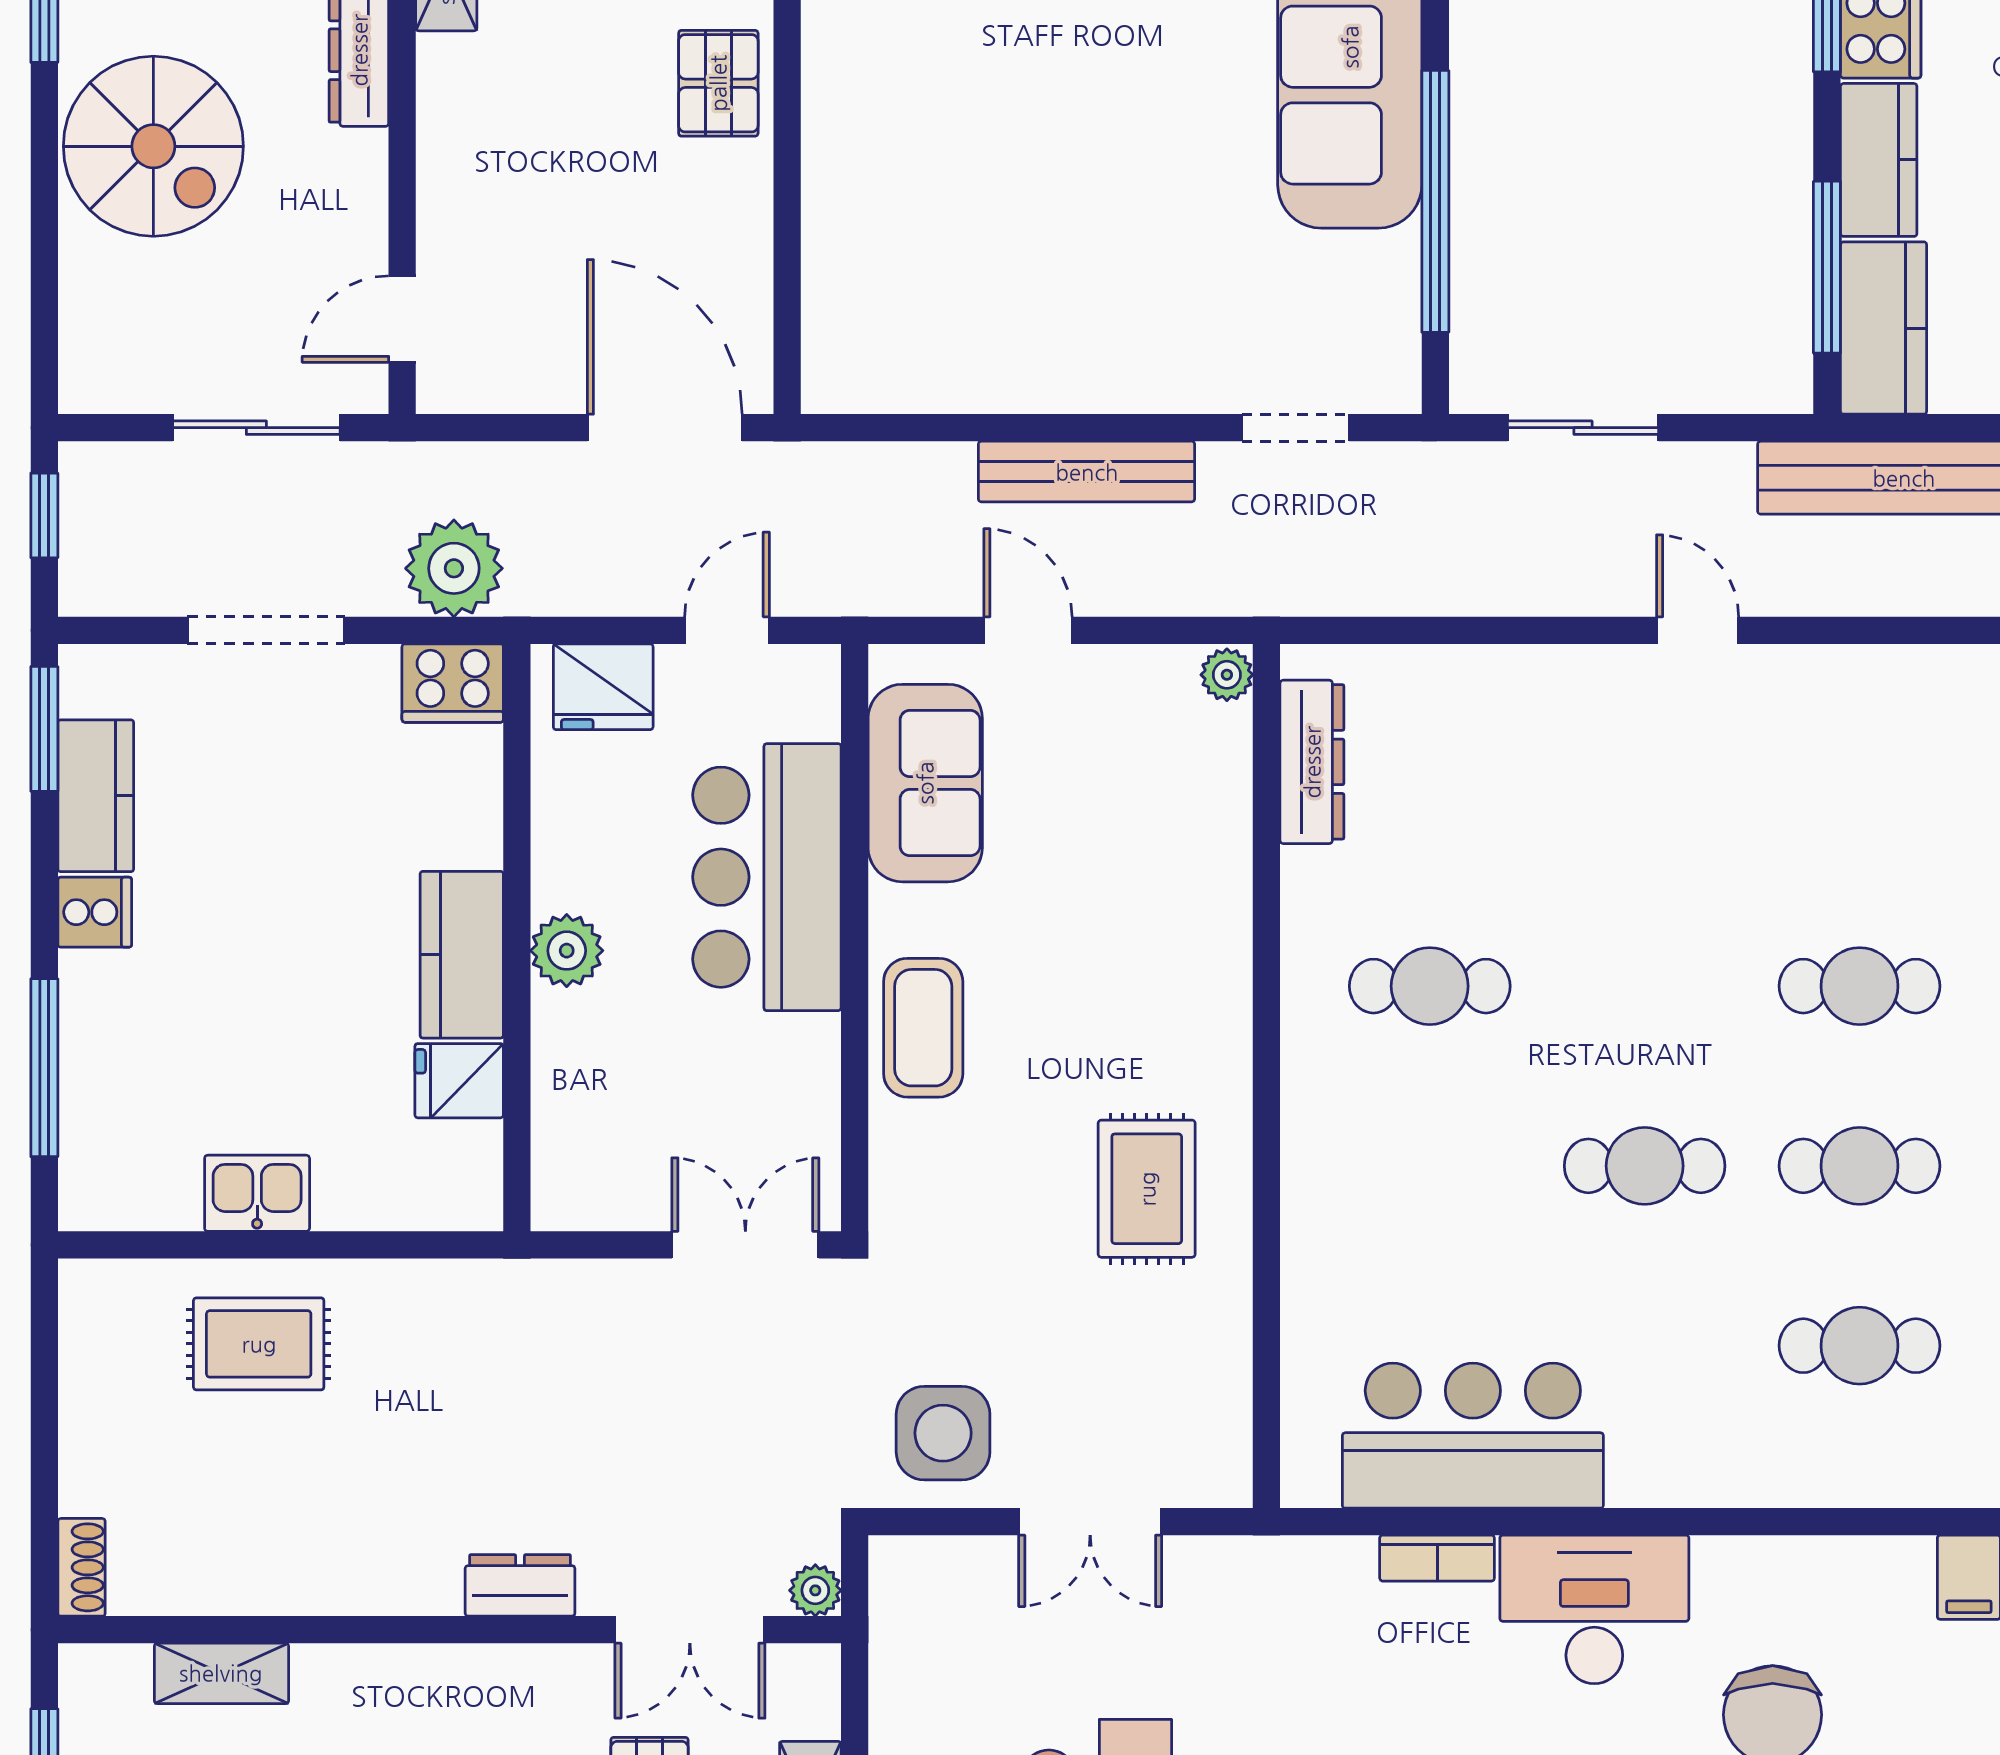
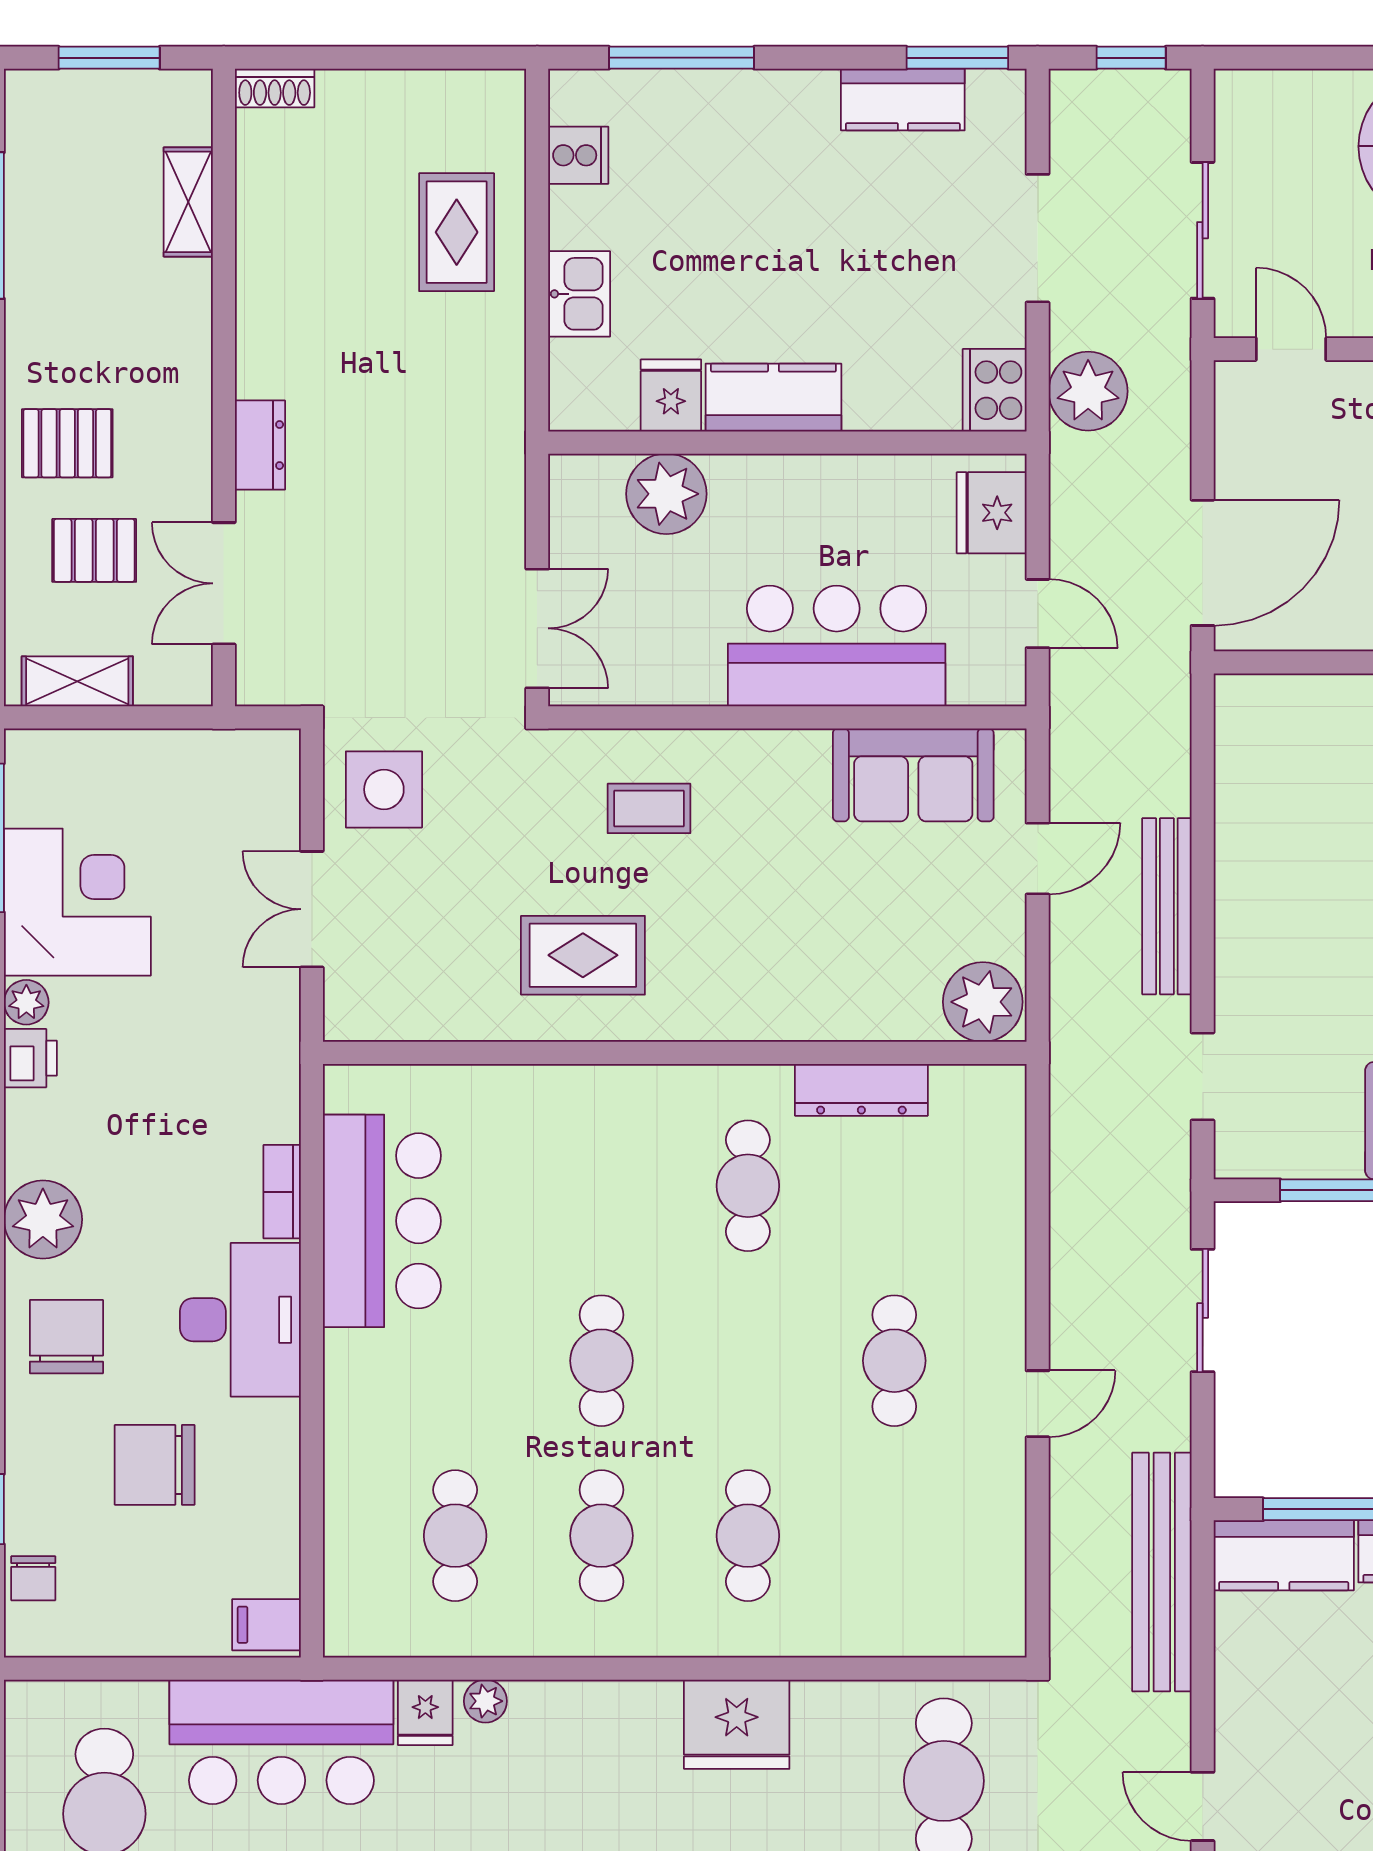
plant: (1227, 675) -> (983, 1002), width x1.88, depth x1.88
dresser: (1312, 762) -> (861, 1090), moved
cafe table: (1645, 806) -> (894, 1361), added
cooker: (95, 912) -> (578, 155), moved, turned -90
plant: (567, 951) -> (666, 494), moved, width x1.36, depth x1.36
coffee table: (923, 1028) -> (649, 808), moved, width x0.73, depth x0.77
kitchen sink: (257, 1193) -> (579, 294), moved
plant: (815, 1590) -> (256, 685), removed

